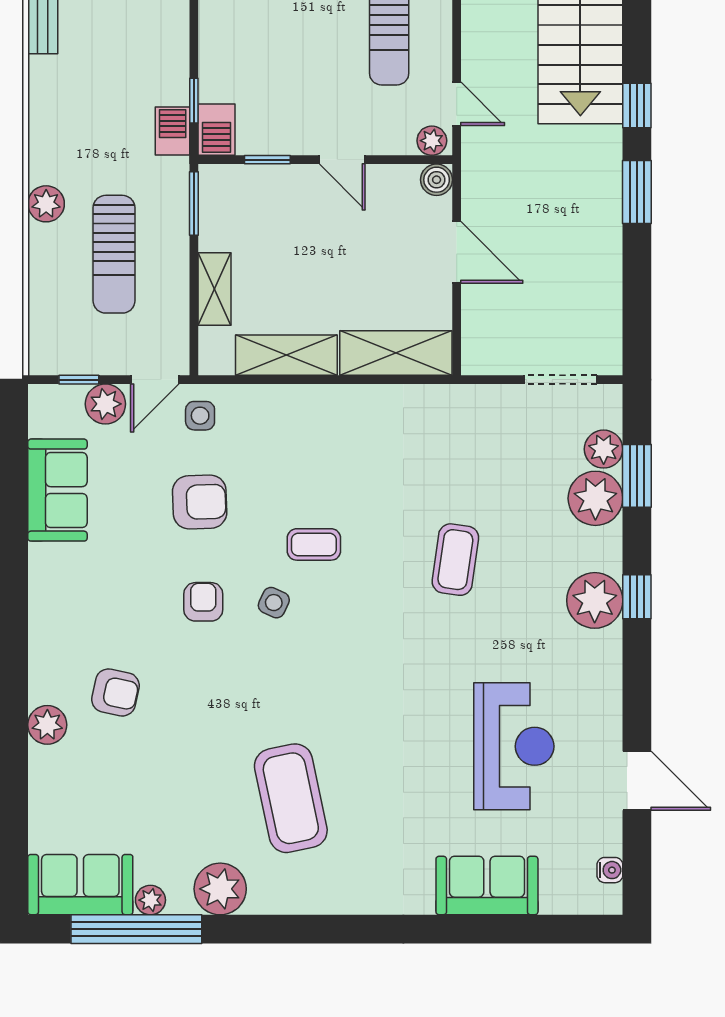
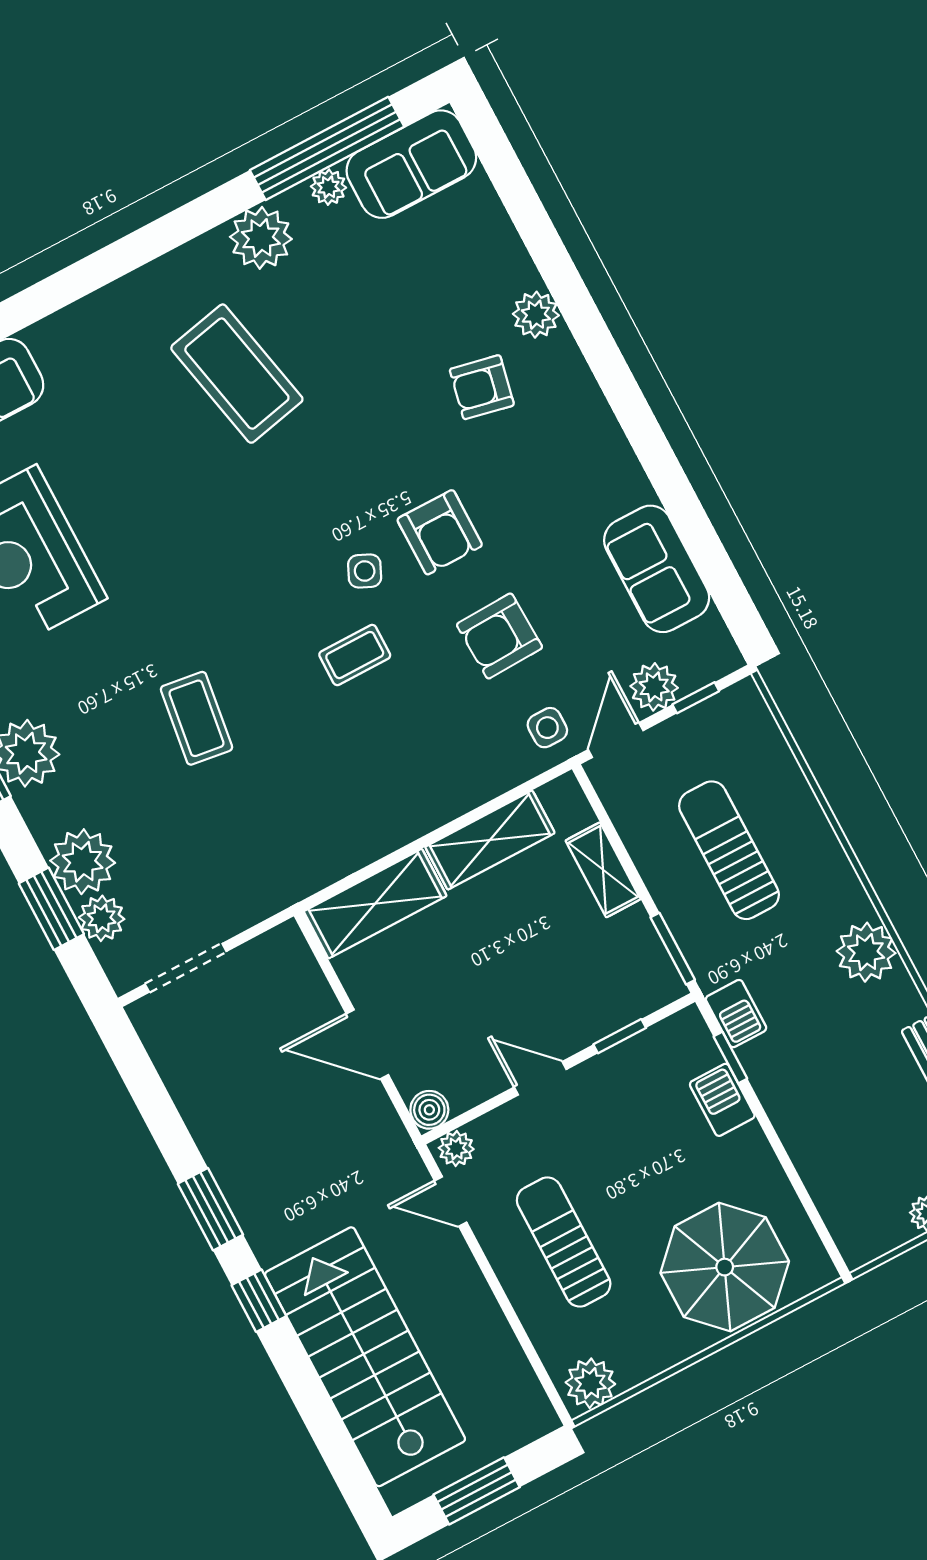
barbecue: (217, 130) -> (722, 1100), moved
plant: (46, 204) -> (866, 952), moved, width x1.36, depth x1.36
armchair: (203, 602) -> (440, 532), width x1.38, depth x1.38

